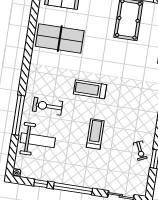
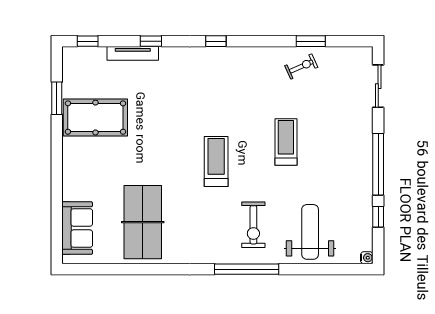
treadmill: (90, 89) -> (216, 161), turned 180
window: (18, 115) -> (247, 269), moved
treadmill: (95, 134) -> (286, 142), turned 90

